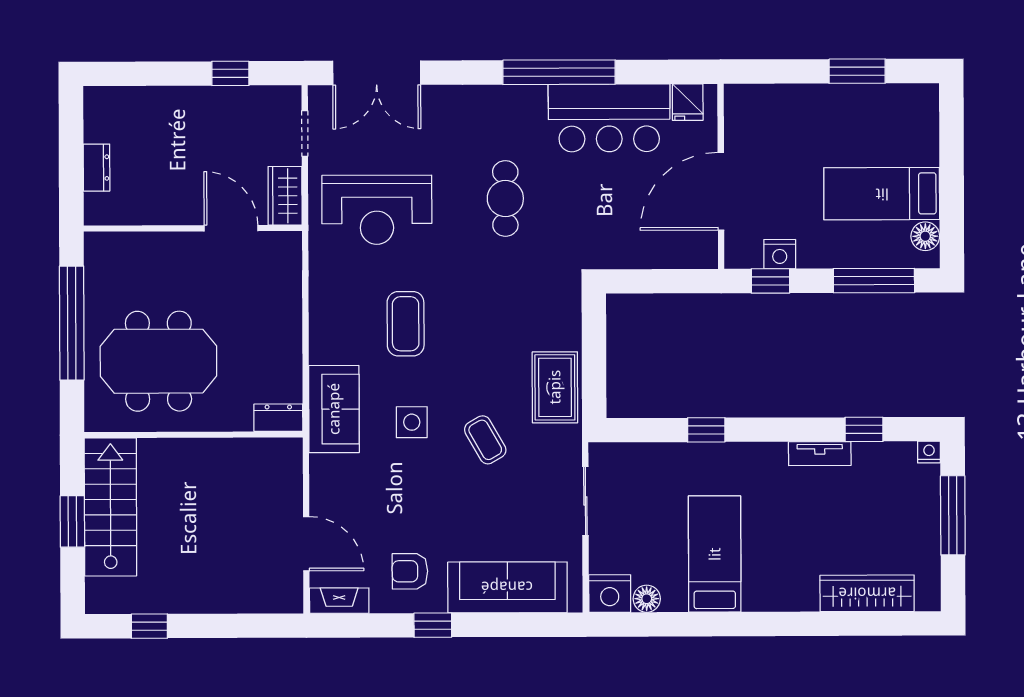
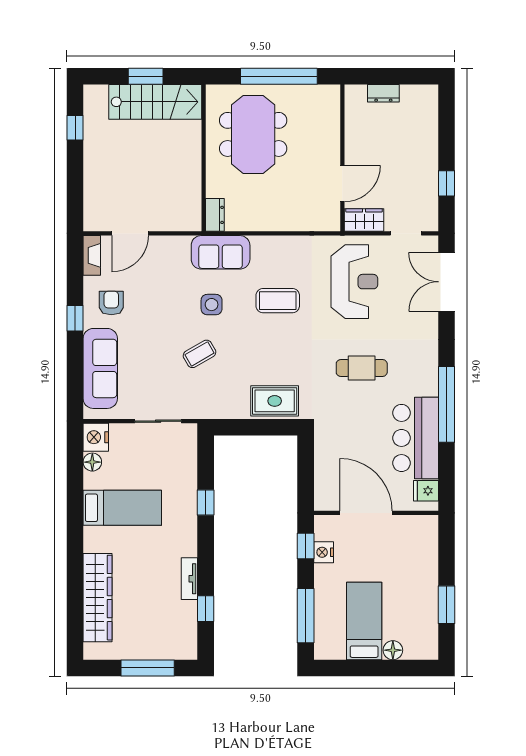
reception desk: (377, 210) -> (354, 282), turned 180
floor lamp: (925, 236) -> (393, 650), moved
rug: (555, 387) -> (275, 401), moved
nightstand: (929, 452) -> (190, 652), removed
wardrobe: (867, 593) -> (98, 598), width x1.40, depth x1.17

